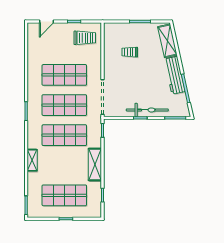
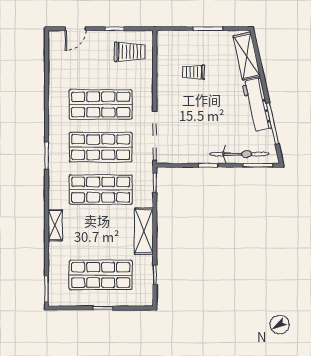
bicycle: (147, 110) -> (239, 154), moved

